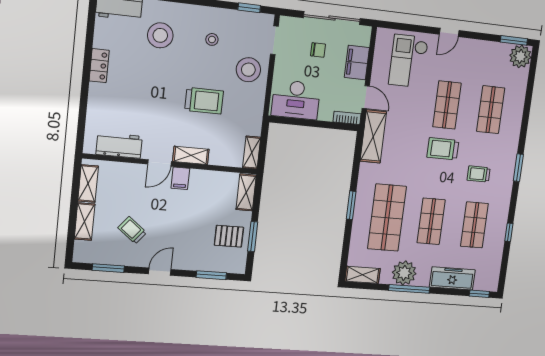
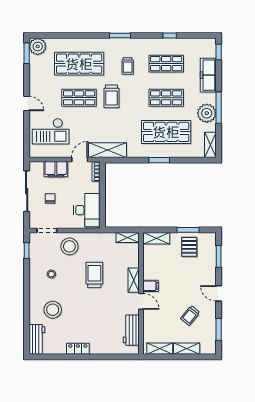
shop shelf: (491, 110) -> (79, 64), width x1.43, depth x1.36

